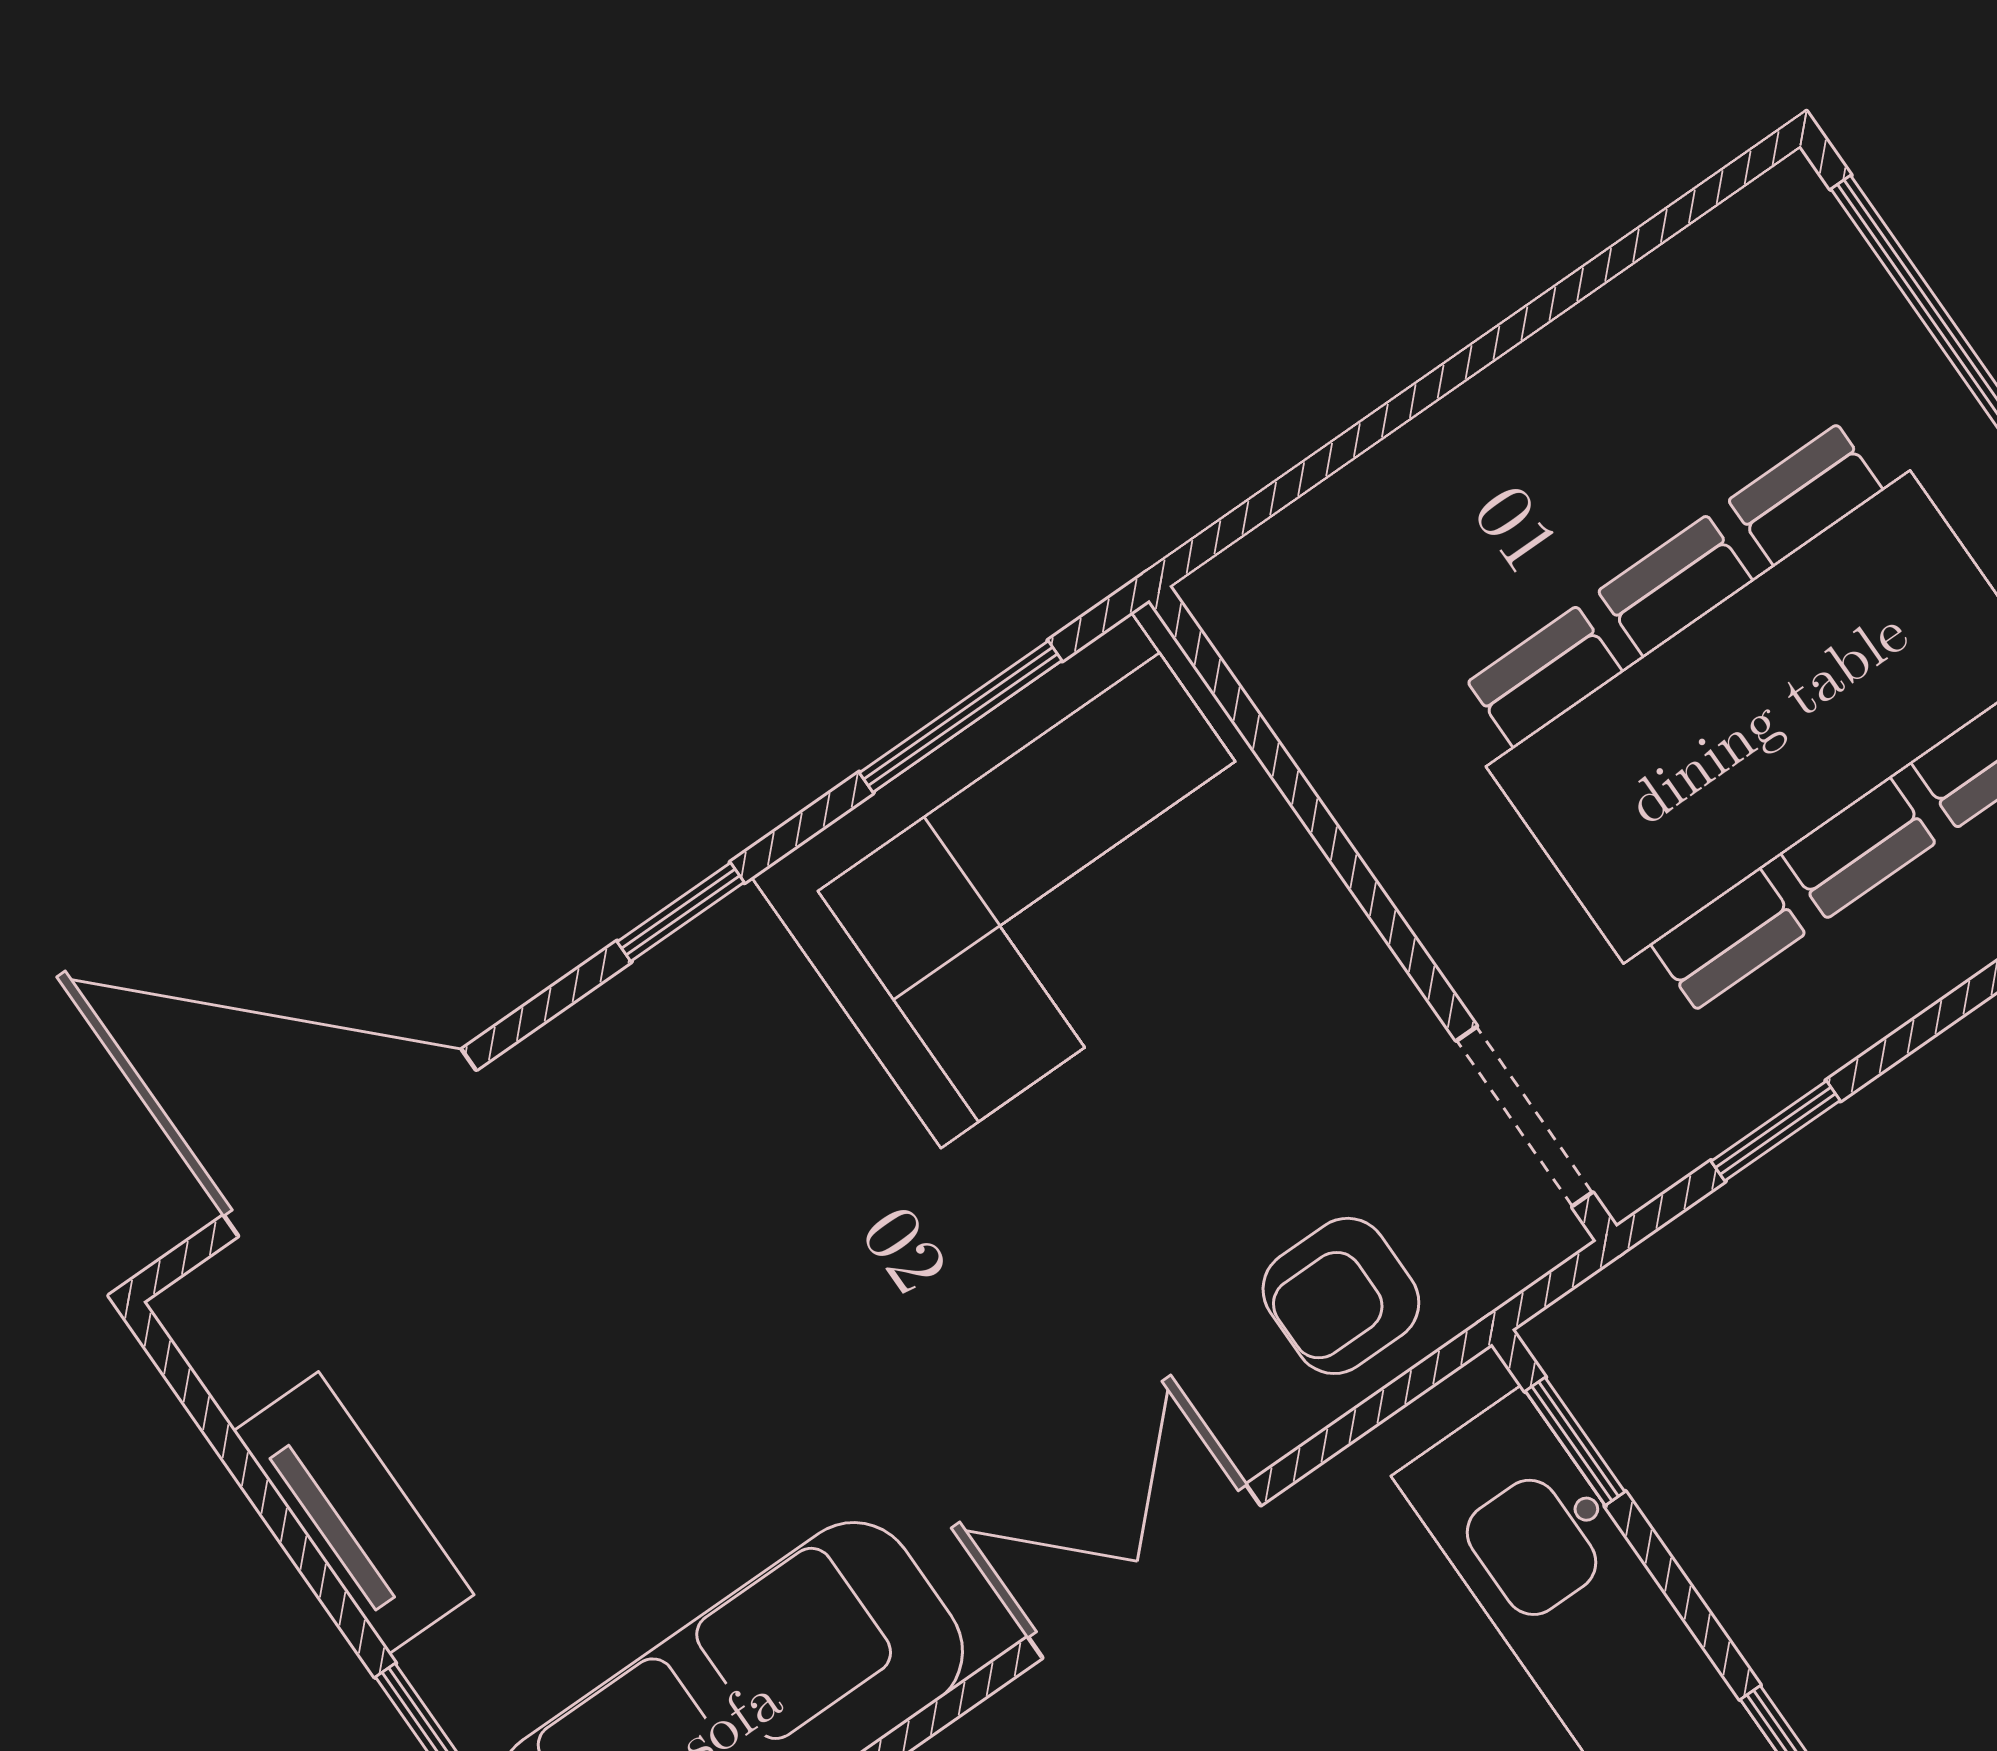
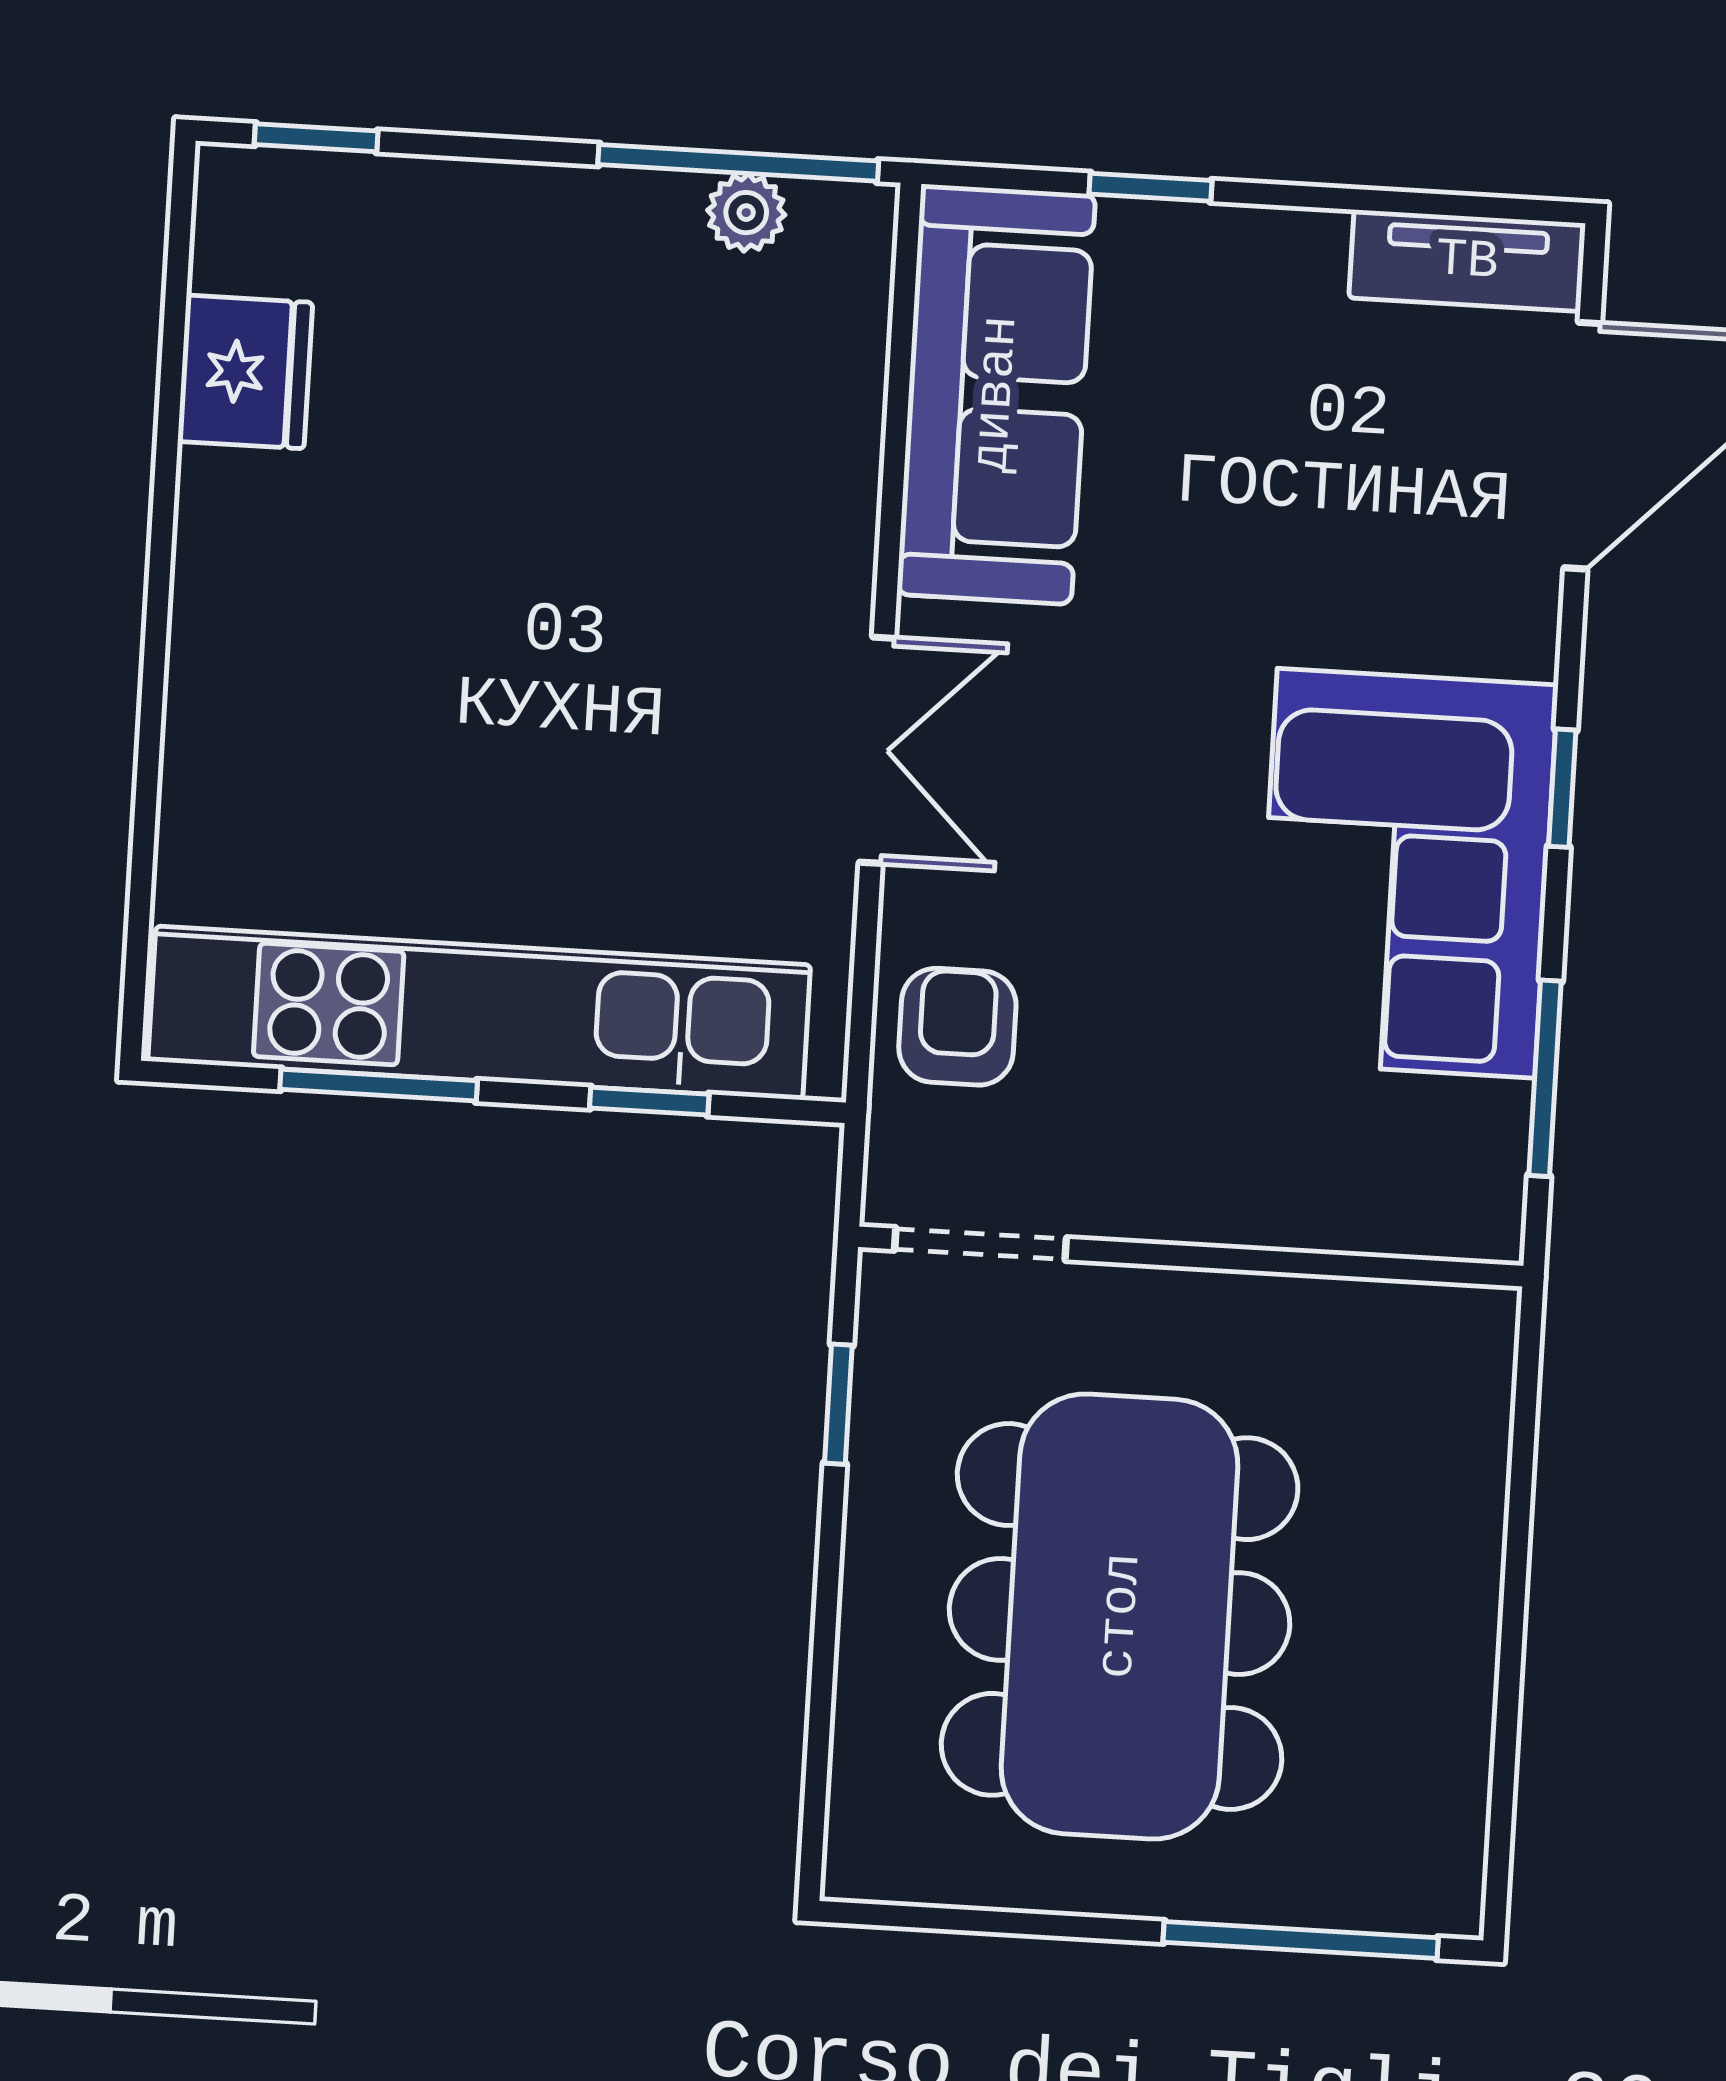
corner sofa: (1036, 880) -> (1406, 873), moved
window: (1575, 1441) -> (649, 1101), moved
tv unit: (354, 1513) -> (1467, 261), moved

